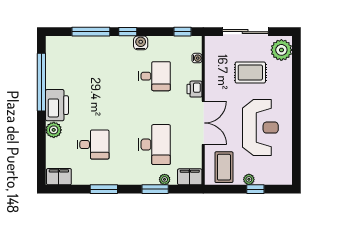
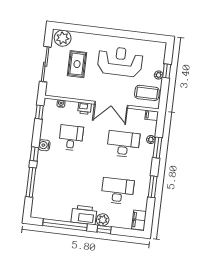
double door: (203, 123) -> (111, 105), swing flipped
window: (41, 133) -> (104, 229), added
desk: (93, 145) -> (118, 191), width x1.37
filing cabinet: (190, 177) -> (152, 115), width x0.50

